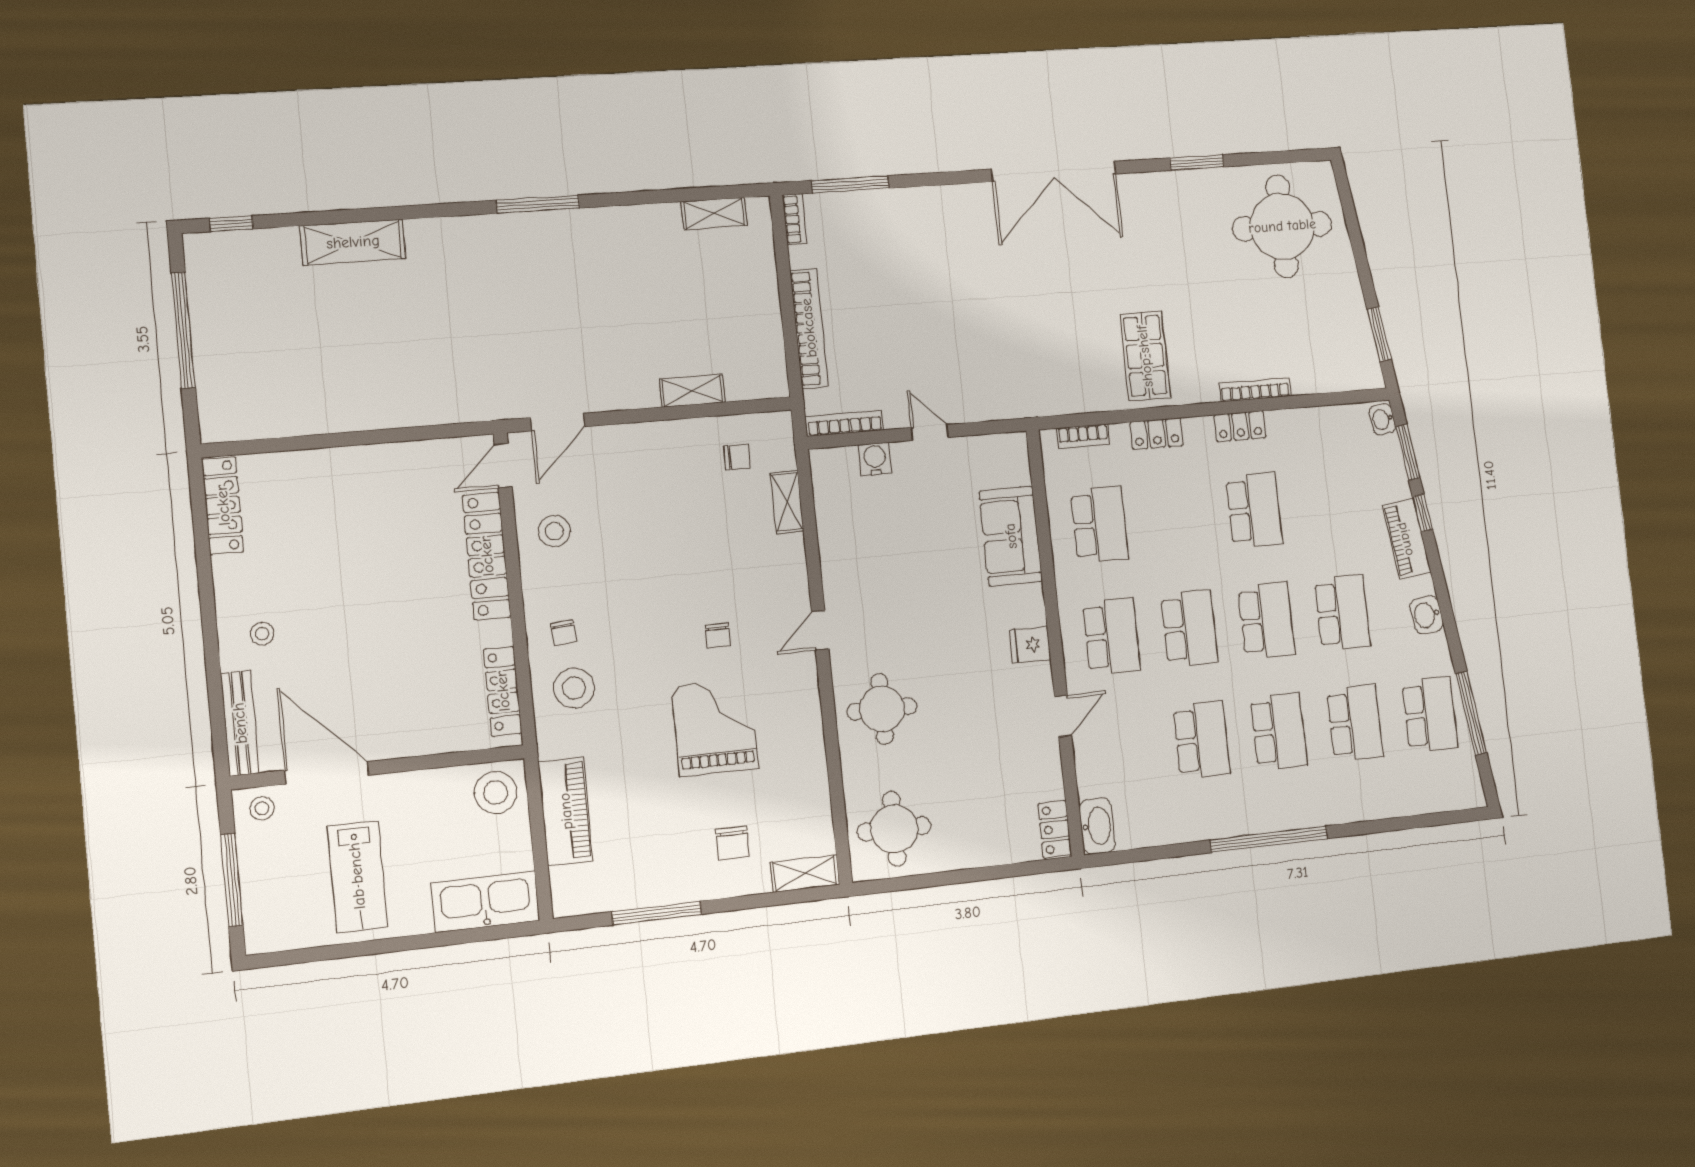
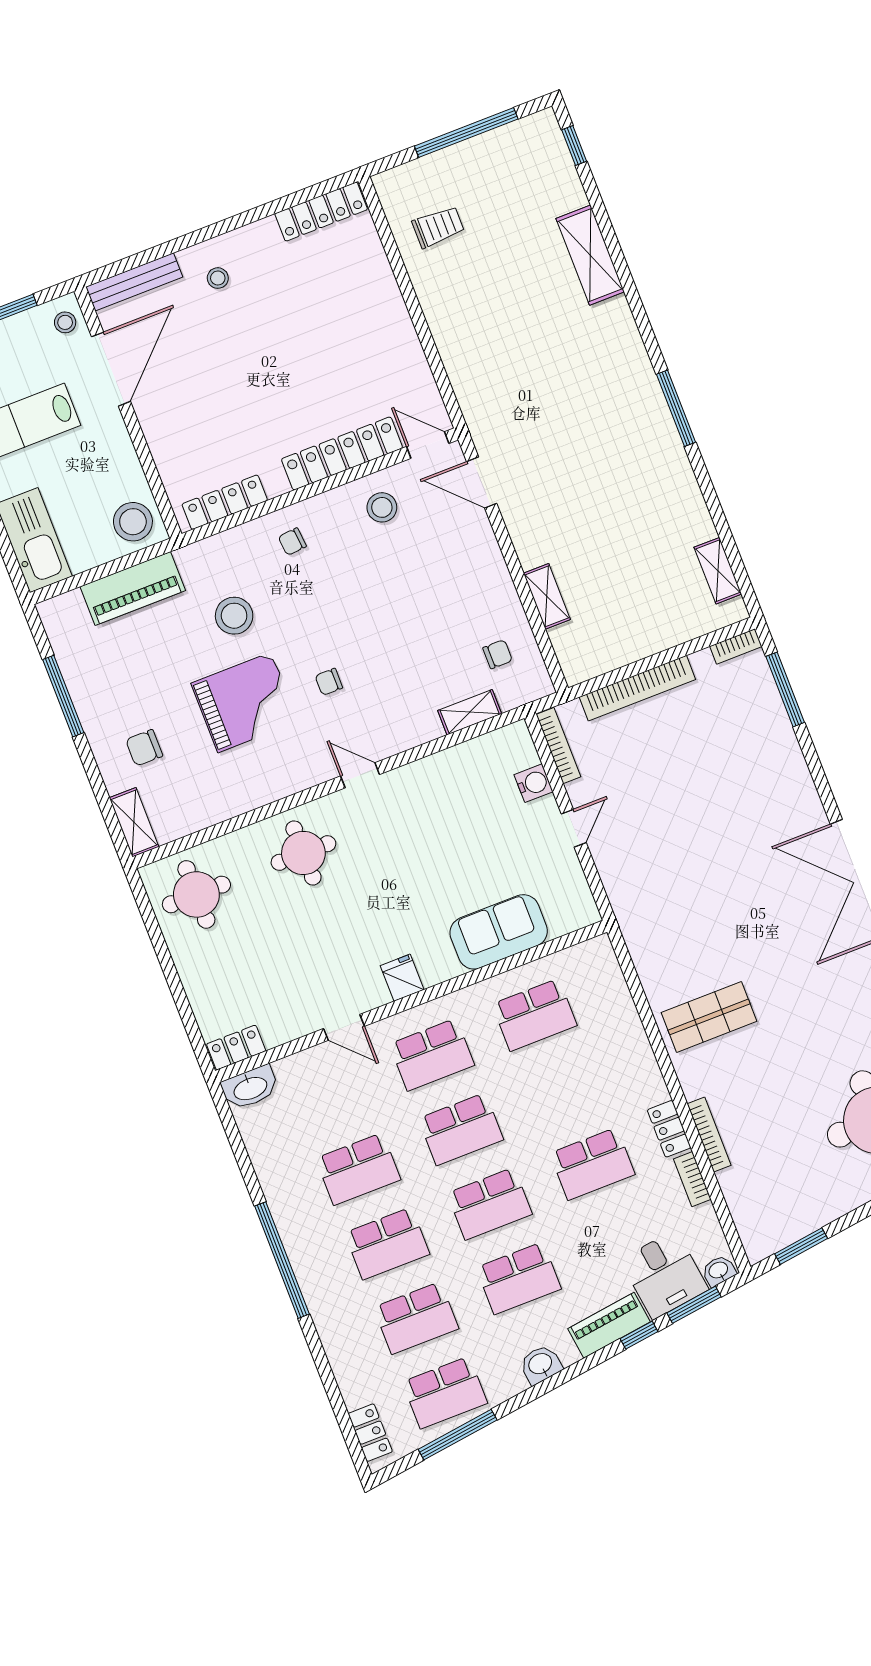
trolley: (276, 389) -> (438, 227), added
locker: (1157, 434) -> (370, 1433), moved, turned 180
bookcase: (1083, 436) -> (692, 1179), moved
chair: (737, 457) -> (498, 654), turned -90
desk: (1373, 472) -> (664, 1275), added
stool: (574, 688) -> (234, 616), moved

